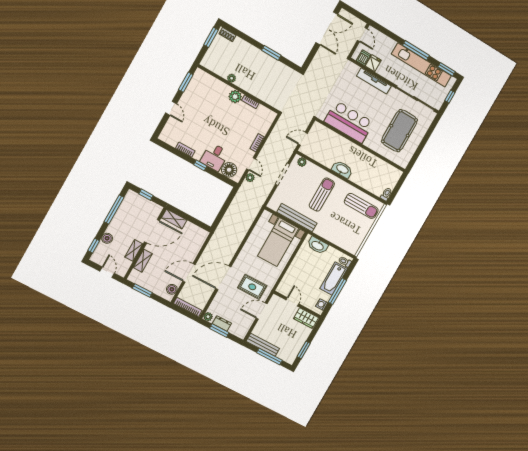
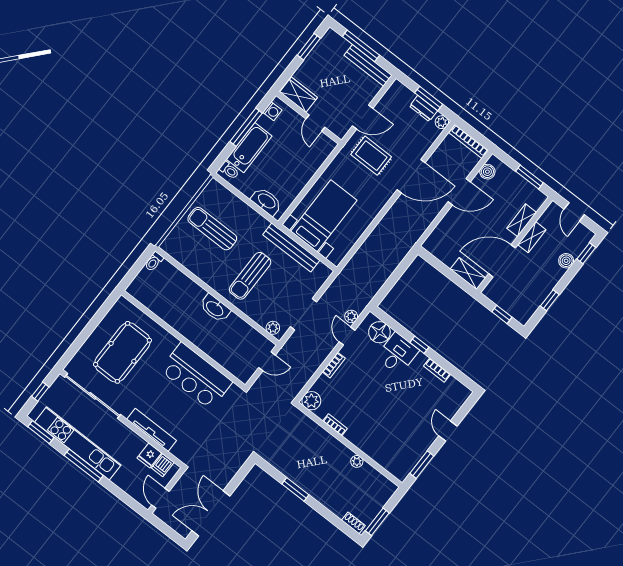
plant: (235, 97) -> (311, 401), moved
sun lounger: (361, 206) -> (212, 229), moved
window: (114, 210) -> (550, 300), width x0.46

